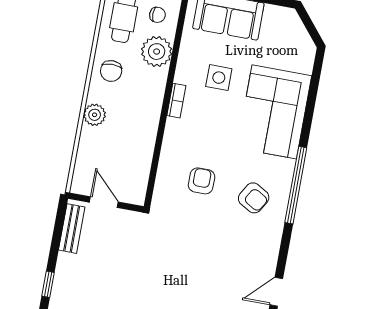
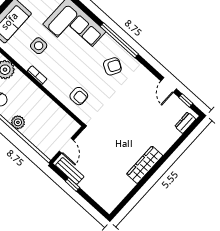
armchair: (202, 181) -> (79, 96), moved, turned 180
door: (104, 202) -> (66, 146), swing flipped
window: (48, 284) -> (72, 184), moved

